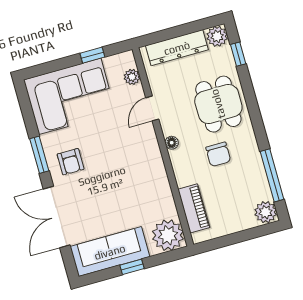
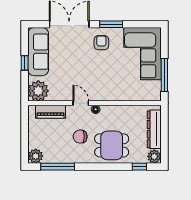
window: (92, 55) -> (164, 75), width x2.17
plant: (132, 77) -> (144, 96), removed
door: (152, 108) -> (81, 103), moved
armchair: (71, 162) -> (101, 43), turned 90

